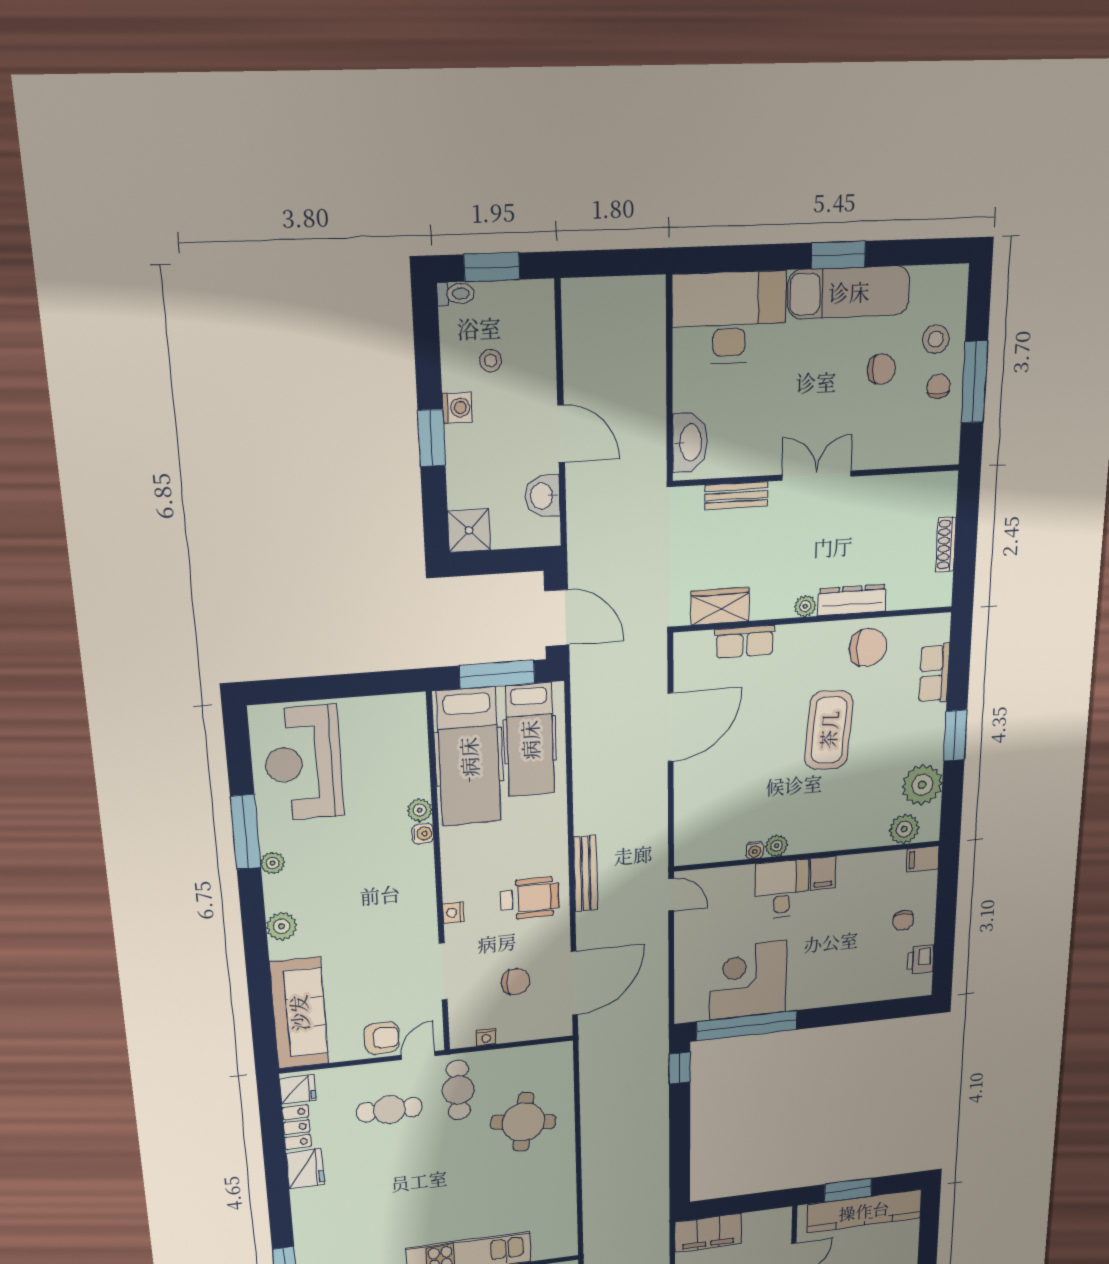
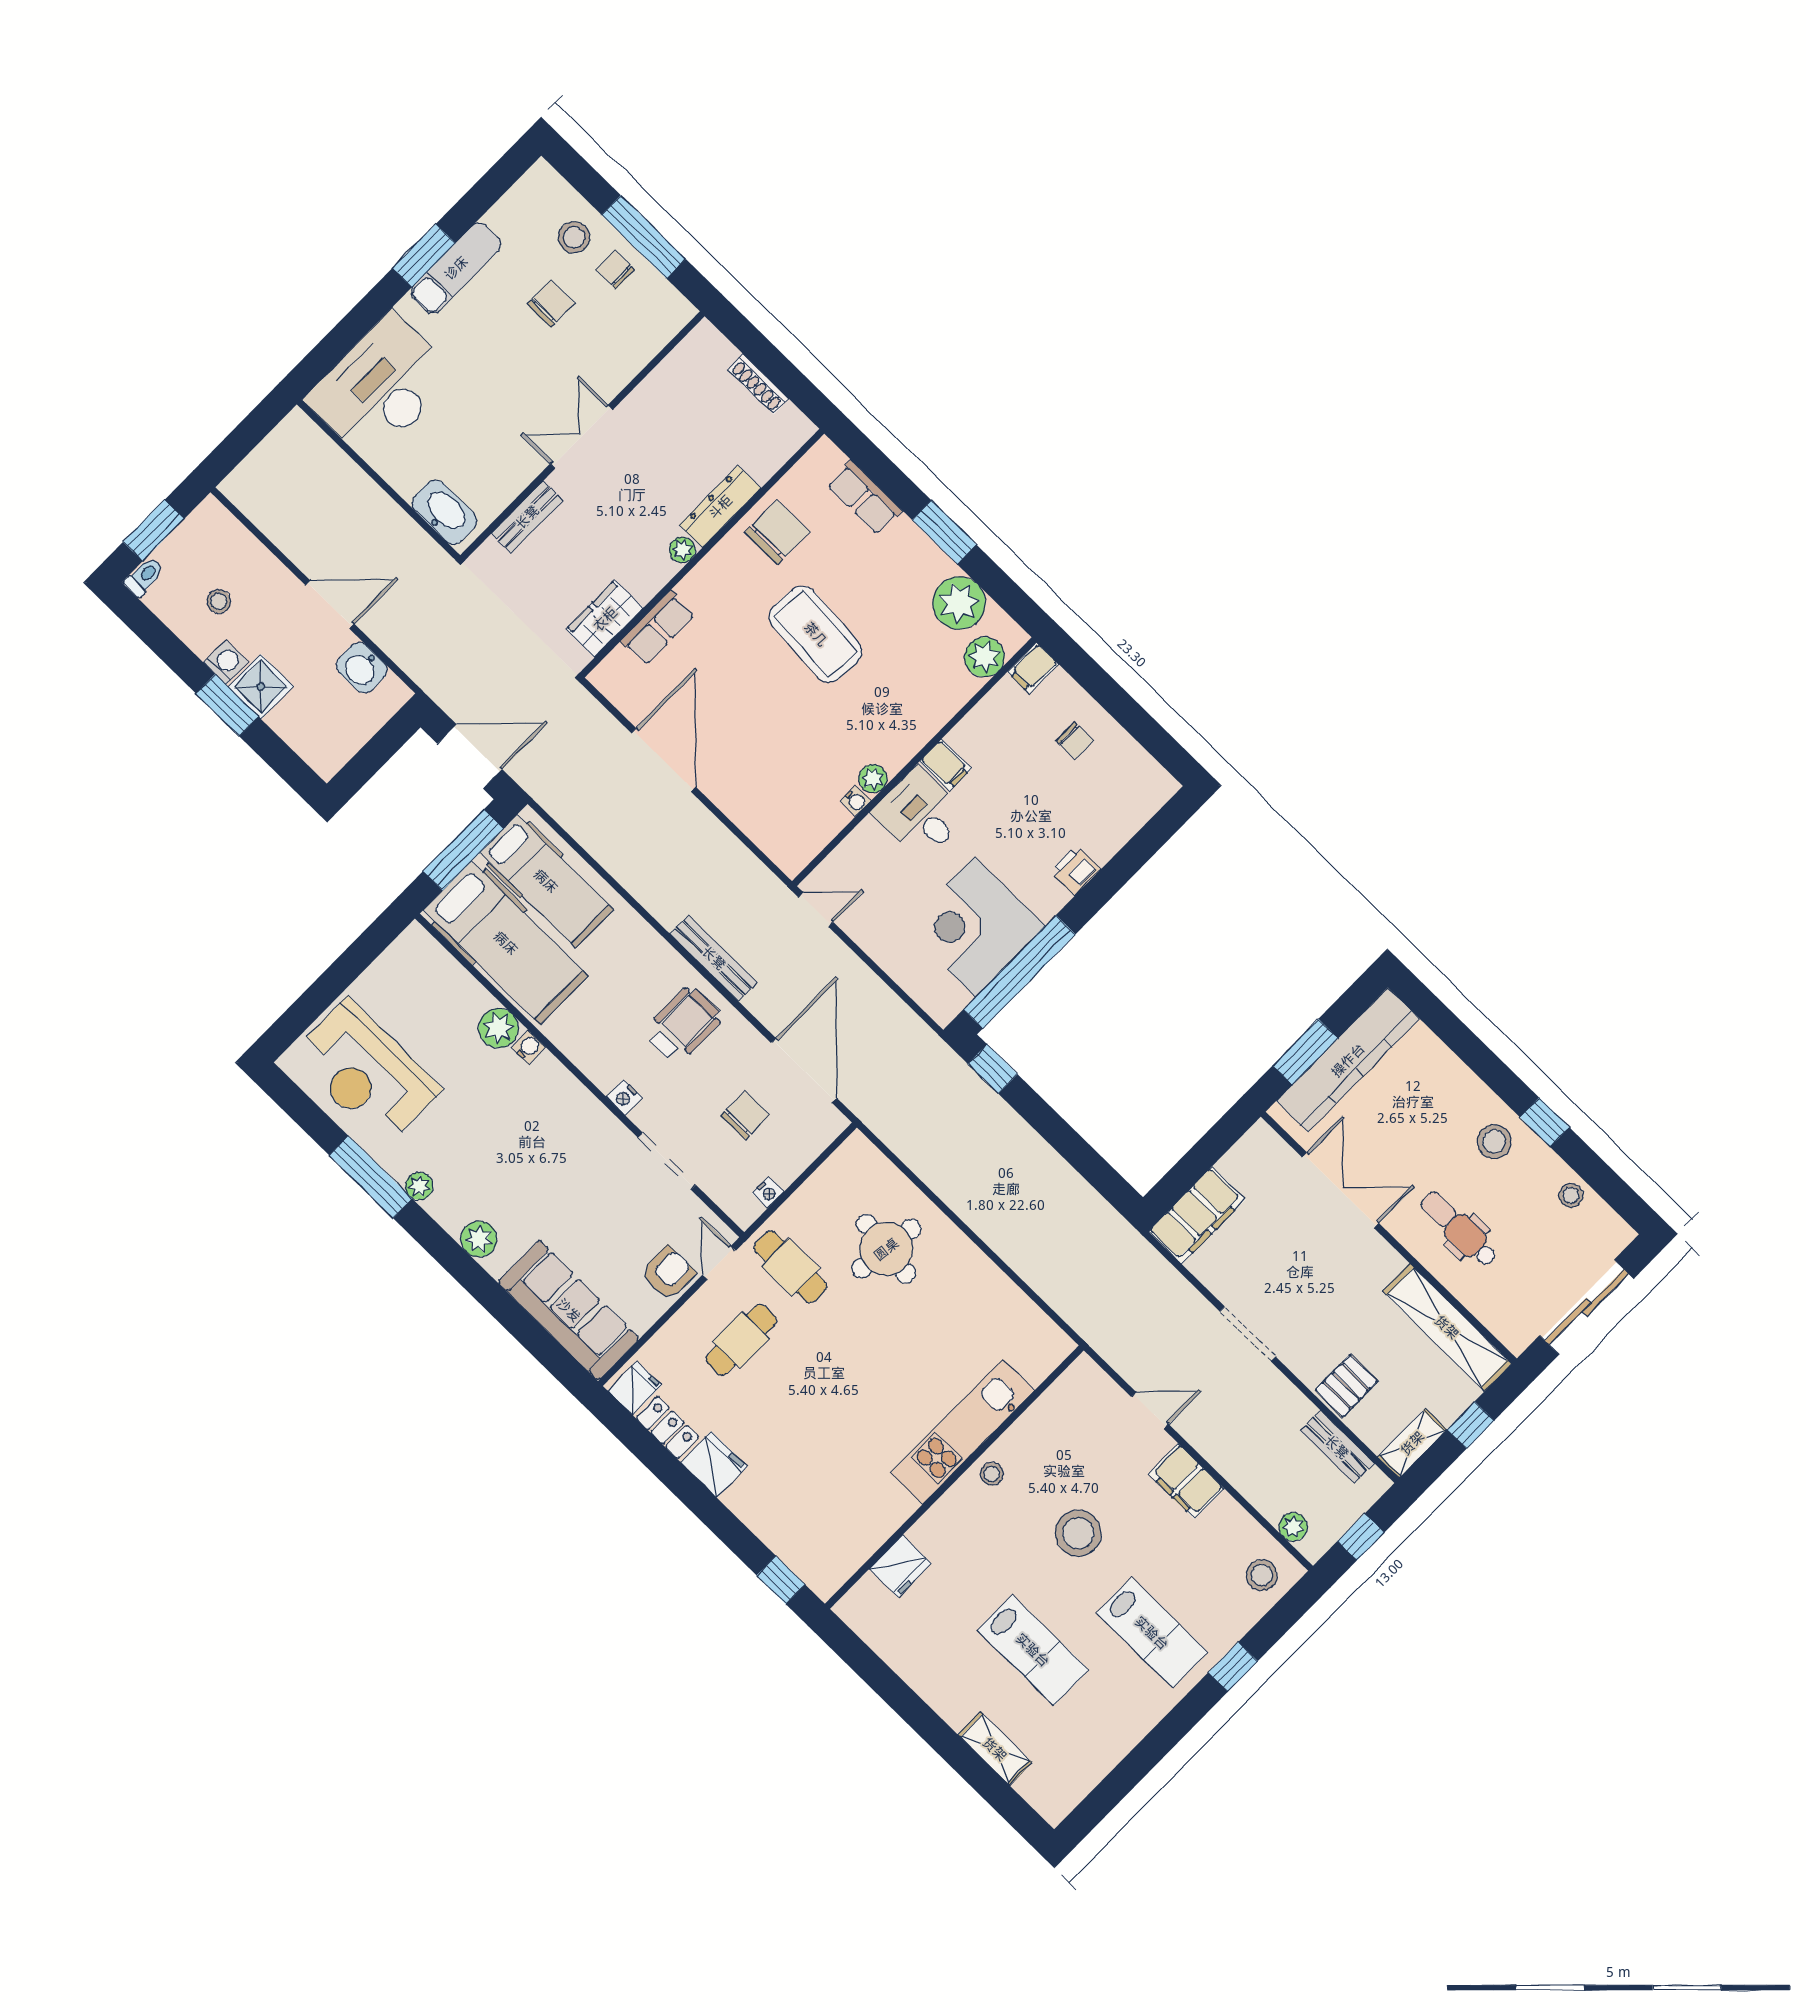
exam couch: (849, 292) -> (456, 268), width x0.73, depth x0.69
shower: (469, 530) -> (261, 687), moved
plant: (420, 810) -> (498, 1028), width x1.38, depth x1.38
printer: (920, 960) -> (1075, 870), moved, turned 90

